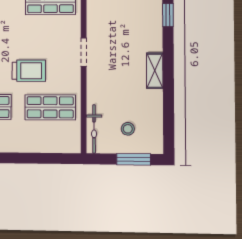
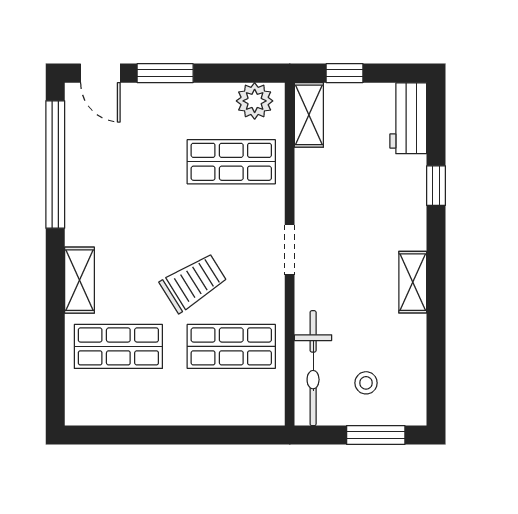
trolley: (29, 71) -> (193, 283), turned -32
bicycle: (94, 129) -> (313, 368), width x1.37, depth x1.40

